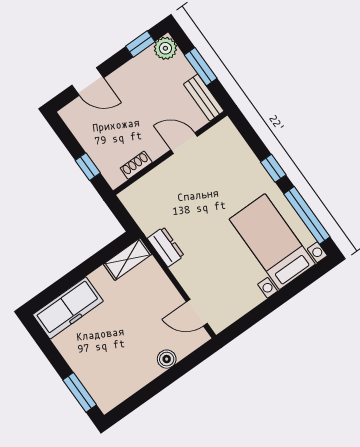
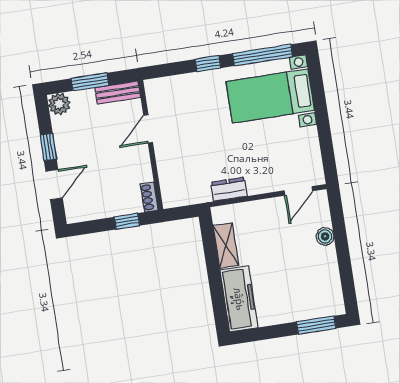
window: (140, 44) -> (48, 147), moved
shoe rack: (136, 165) -> (149, 197), moved
shelving: (128, 259) -> (226, 245), moved

